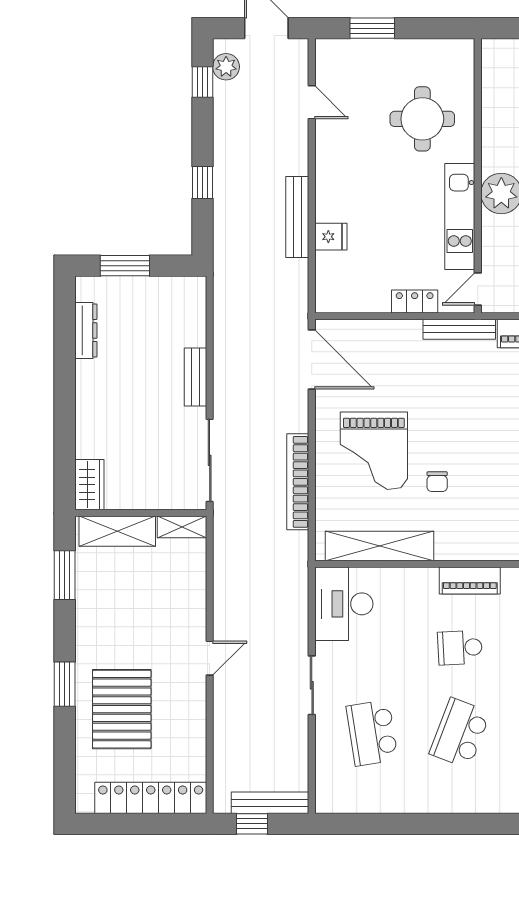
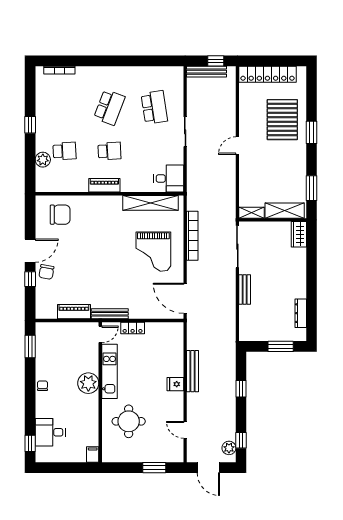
filing cabinet: (493, 54) -> (93, 454), added
fridge: (331, 237) -> (175, 384), moved
grand piano: (374, 451) -> (153, 252), turned 180
chair: (437, 482) -> (121, 236), removed
desk: (344, 604) -> (169, 179), width x0.73

